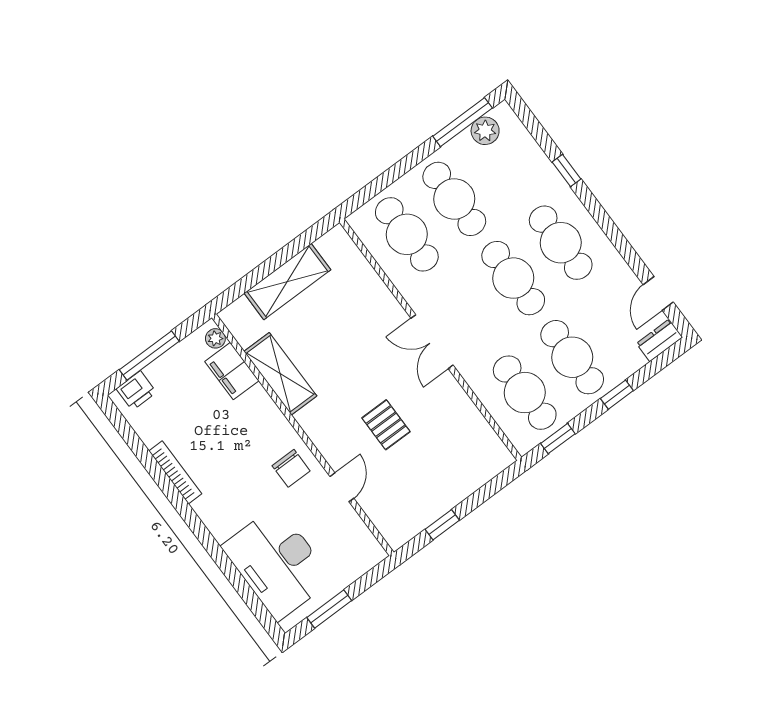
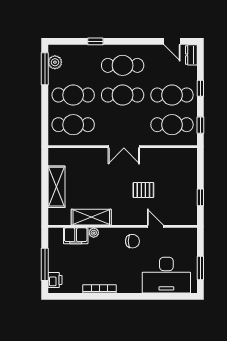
plant: (215, 338) -> (94, 233), moved

